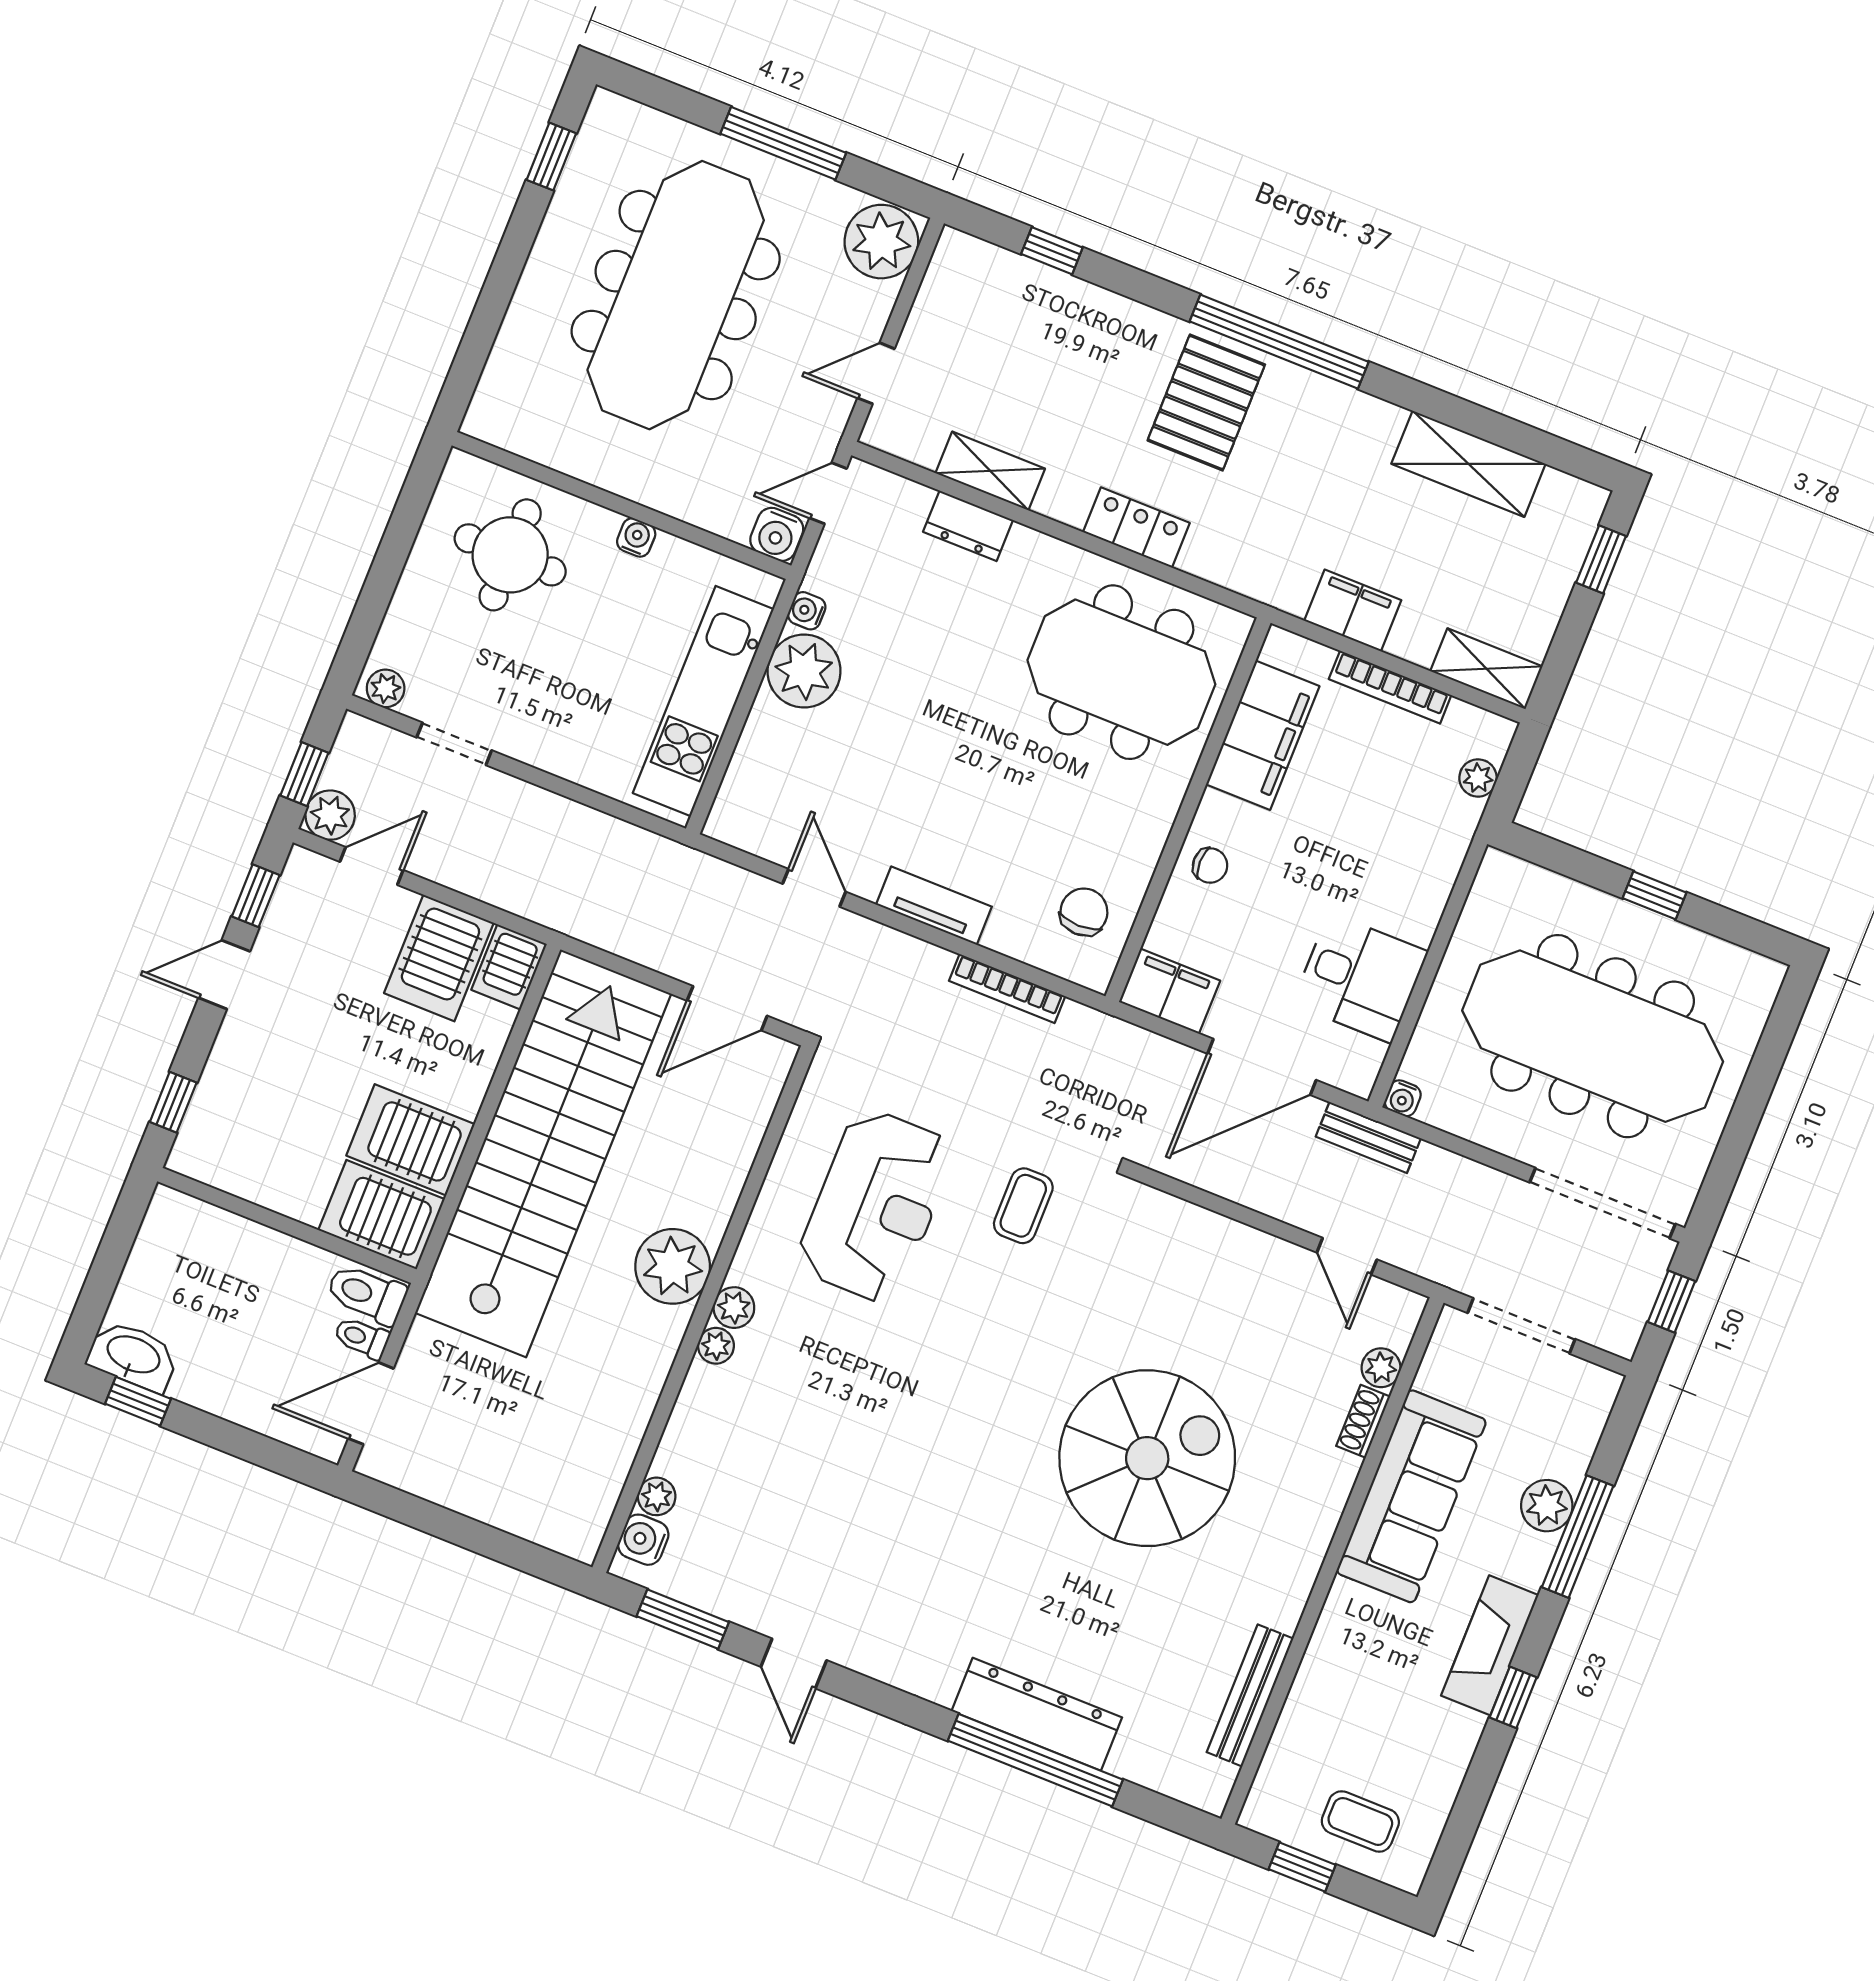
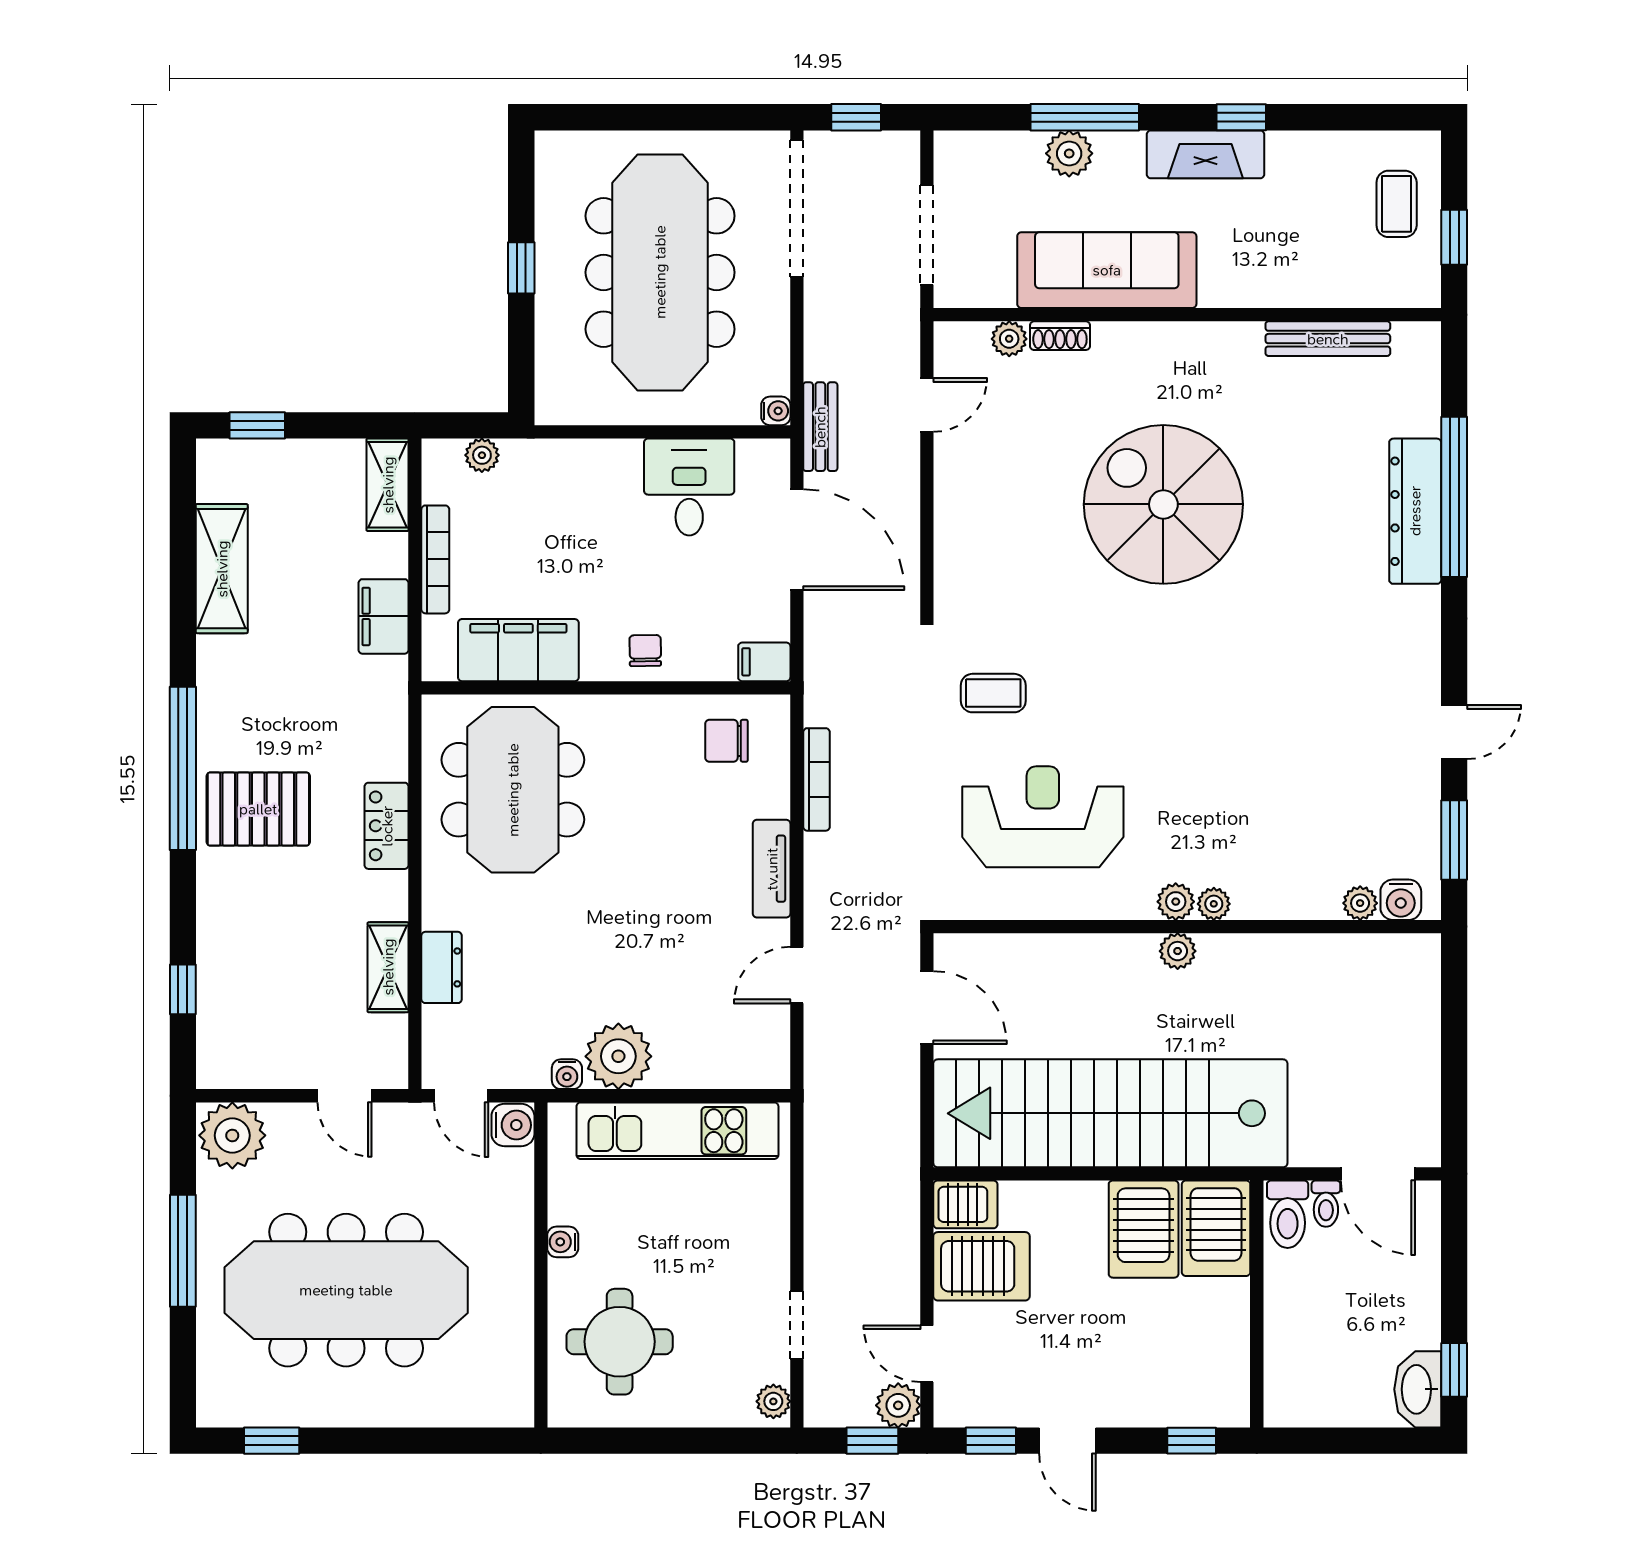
filing cabinet: (1170, 991) -> (764, 662), width x0.50
plant: (673, 1266) -> (1178, 951), width x0.53, depth x0.53

